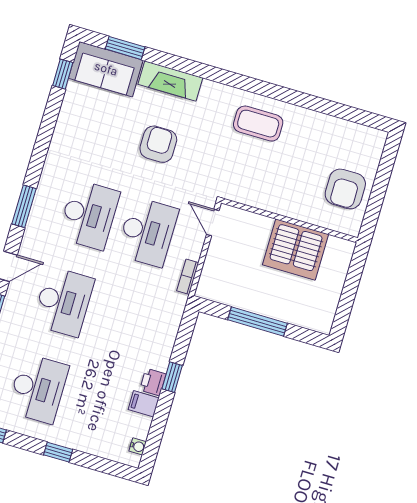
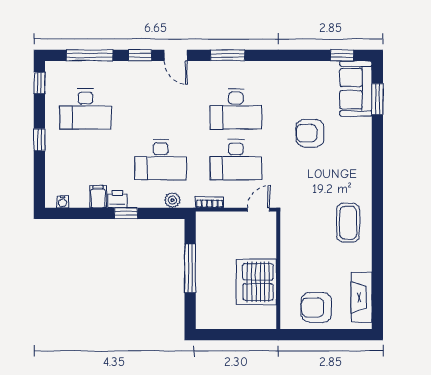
fireplace: (170, 81) -> (362, 297), moved
armchair: (158, 144) -> (310, 133), moved, turned 180
desk: (63, 302) -> (161, 160), moved
plant: (173, 319) -> (172, 200), added

